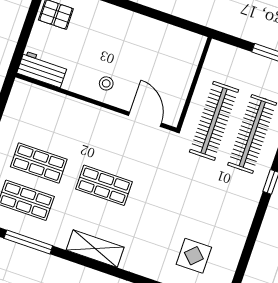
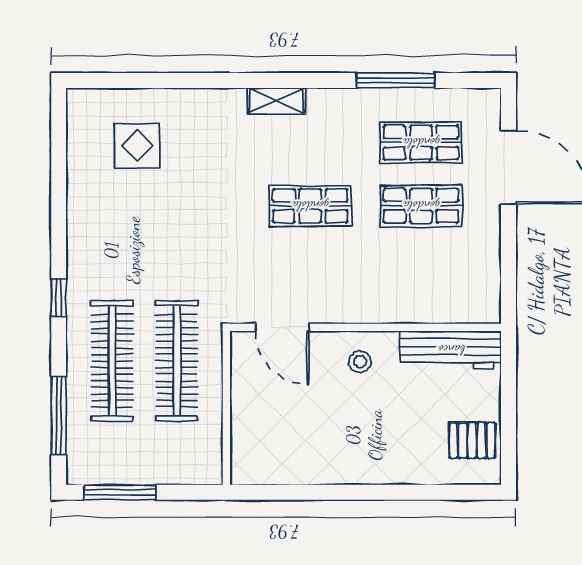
workbench: (42, 69) -> (451, 350), width x1.38
shelving: (95, 249) -> (276, 101), width x0.67, depth x0.75

